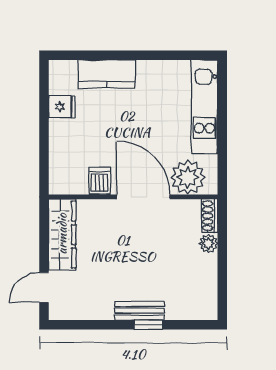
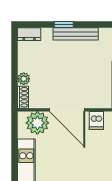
dresser: (200, 310) -> (29, 34), added
bench: (139, 311) -> (76, 34), width x1.36

